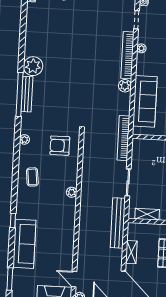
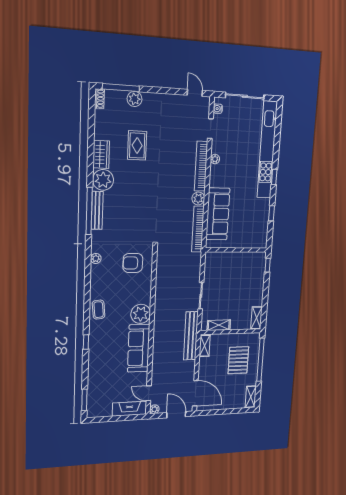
rug: (65, 35) -> (137, 145), added
wardrobe: (32, 43) -> (101, 154), added
bookcase: (123, 138) -> (198, 229), moved
coffee table: (32, 177) -> (99, 310), moved
plant: (72, 192) -> (141, 314), width x1.88, depth x1.88
sofa: (24, 244) -> (139, 348), moved, turned 180
shelving: (131, 252) -> (205, 346), moved

